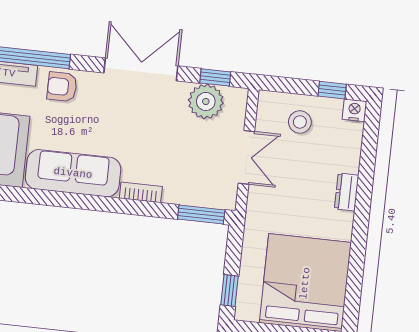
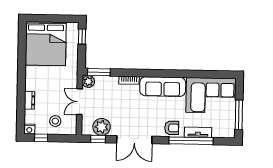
dresser: (347, 192) -> (29, 100), moved
plant: (225, 197) -> (88, 81), added

